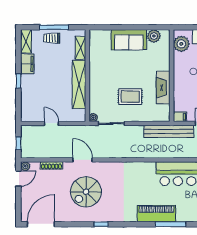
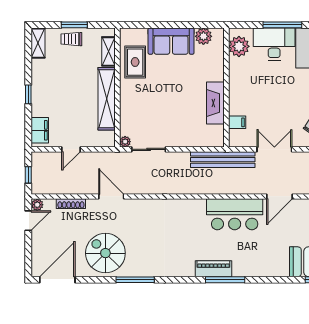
window: (54, 27) -> (74, 25), width x0.69
filing cabinet: (27, 64) -> (40, 130), moved
rug: (130, 97) -> (135, 62), moved, turned 90
filing cabinet: (180, 117) -> (237, 122), moved
door: (51, 123) -> (71, 149), swing flipped
spiral stairs: (86, 192) -> (105, 253), moved, turned 90
piano: (157, 214) -> (213, 269), width x0.73, depth x0.75
window: (101, 224) -> (135, 280), width x2.17

